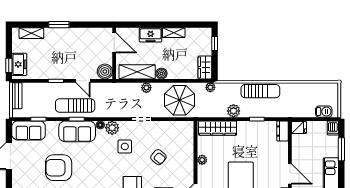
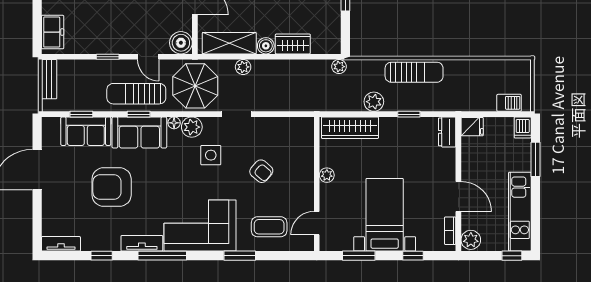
window: (9, 65) -> (37, 34), removed
wardrobe: (205, 67) -> (293, 44), moved, turned 90
parasol: (180, 100) -> (195, 86), moved
sofa: (29, 130) -> (86, 131), moved

